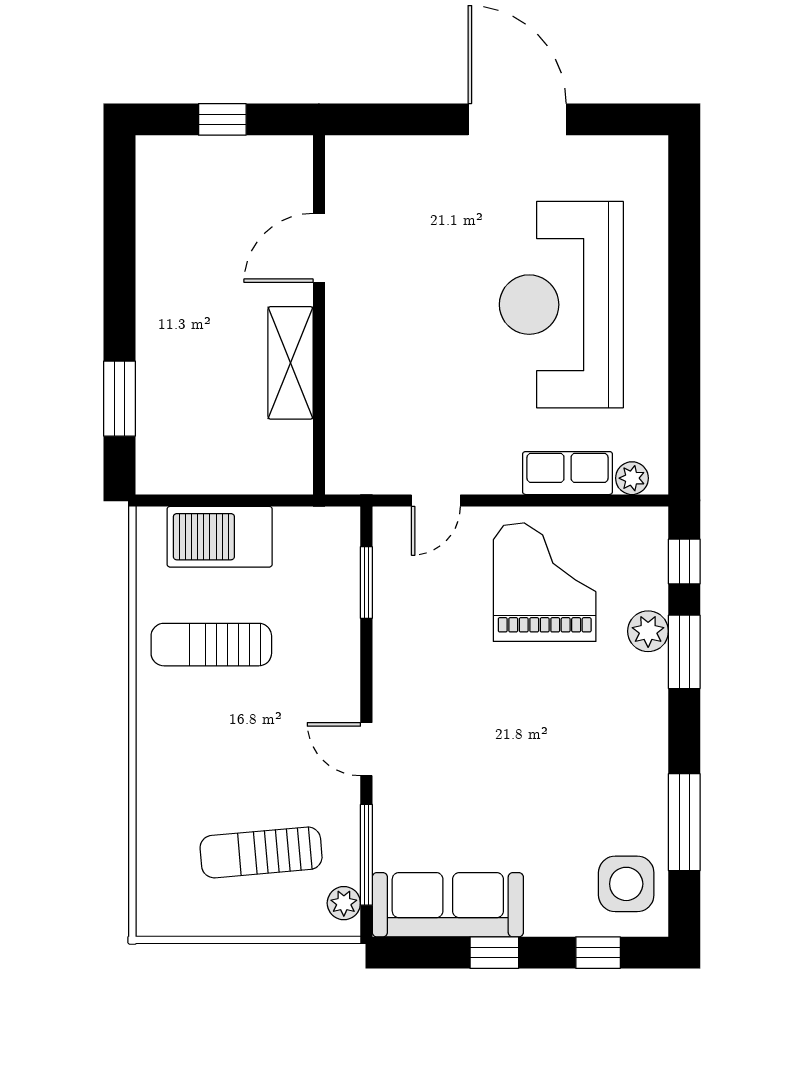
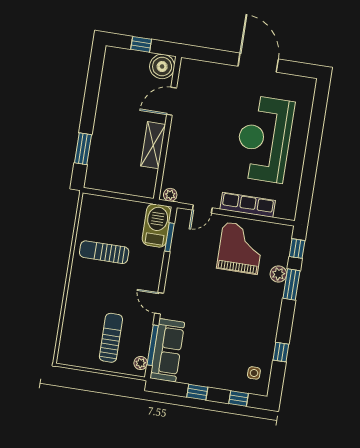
boiler: (282, 166) -> (162, 66), added
row of seats: (568, 473) -> (248, 205), width x1.48
plant: (632, 478) -> (170, 195), moved
barbecue: (220, 537) -> (157, 226), moved, turned 90
window: (684, 822) -> (281, 352), width x0.46
sun lounger: (261, 852) -> (111, 338), turned 95
side table: (626, 884) -> (254, 373), width x0.54, depth x0.54
sofa: (448, 905) -> (167, 350), moved, turned 90

